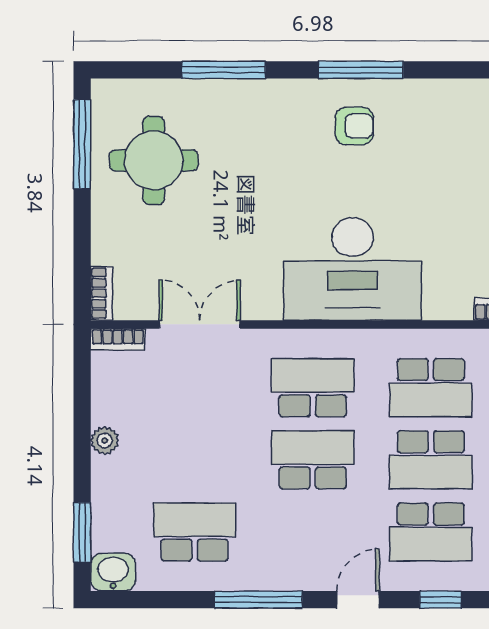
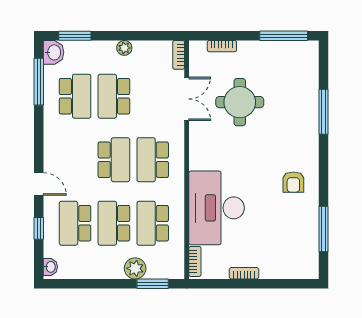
window: (361, 70) -> (324, 229), moved
round table: (154, 160) -> (240, 102), moved
desk: (353, 269) -> (217, 208), moved
bookcase: (102, 293) -> (222, 46), moved
school desk: (313, 388) -> (153, 160), turned 180
school desk: (195, 460) -> (114, 96), added
window: (258, 600) -> (39, 82), moved

